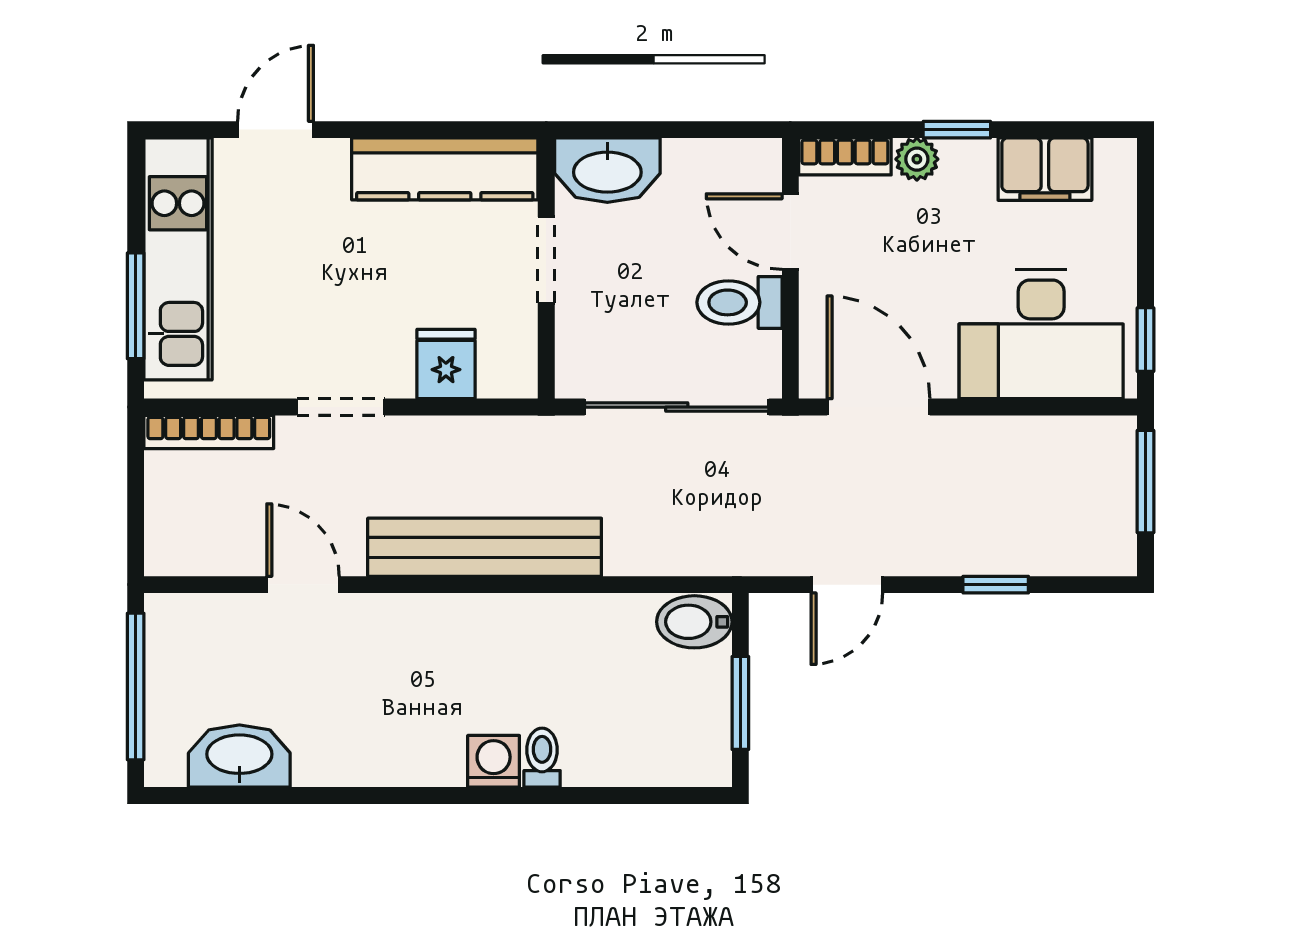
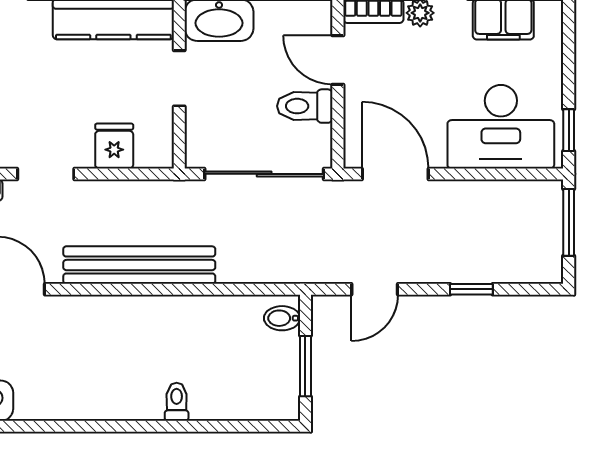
bidet: (694, 622) -> (282, 318), width x0.72, depth x0.74
washing machine: (494, 761) -> (145, 404), removed

